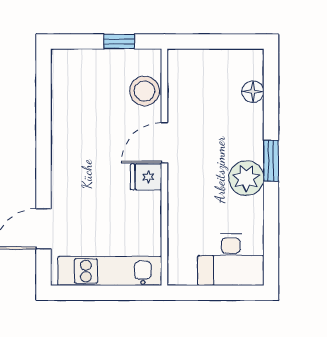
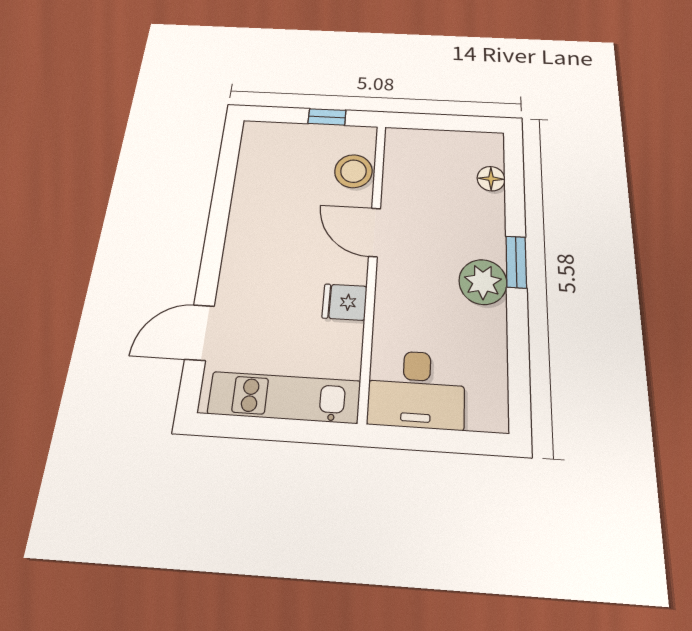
door: (164, 143) -> (375, 232), hinge flipped
fridge: (146, 177) -> (345, 302), moved
desk: (231, 260) -> (416, 389), moved

